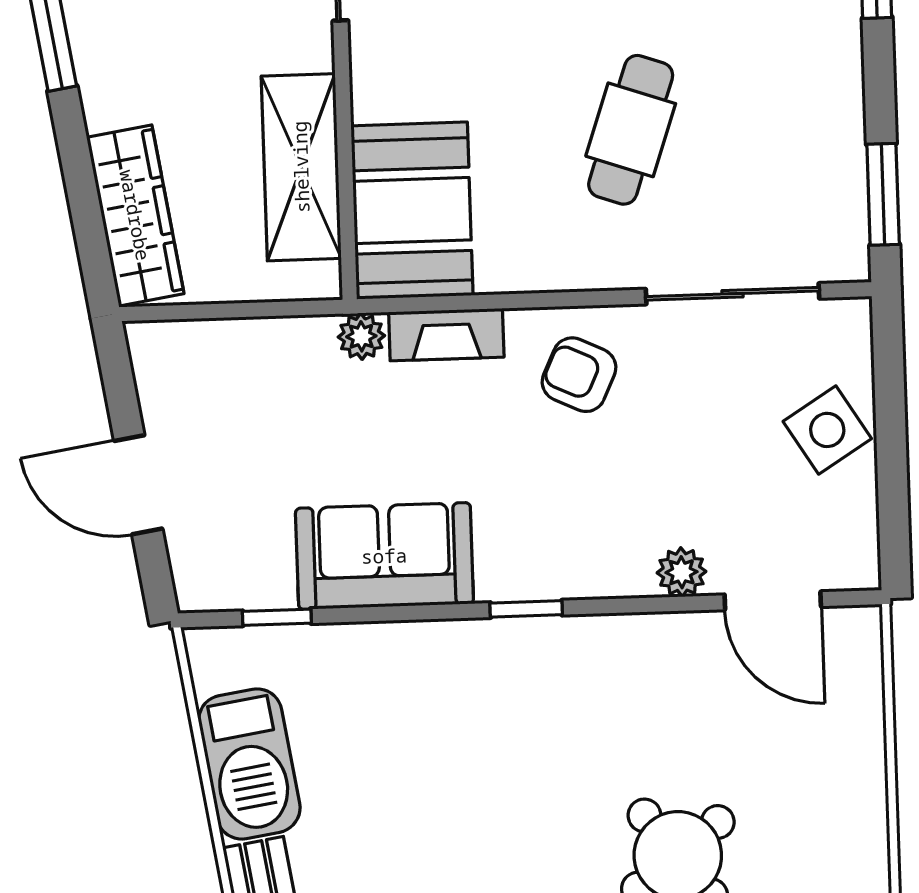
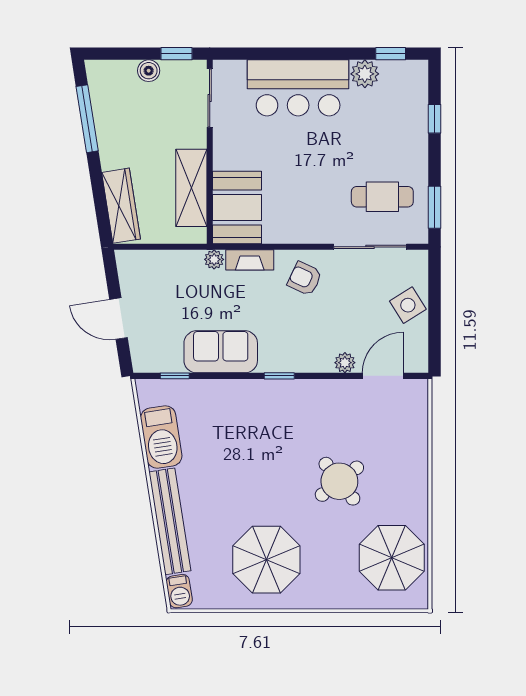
cafe table: (631, 130) -> (382, 197), moved, turned 71
door: (773, 601) -> (383, 376), swing flipped

